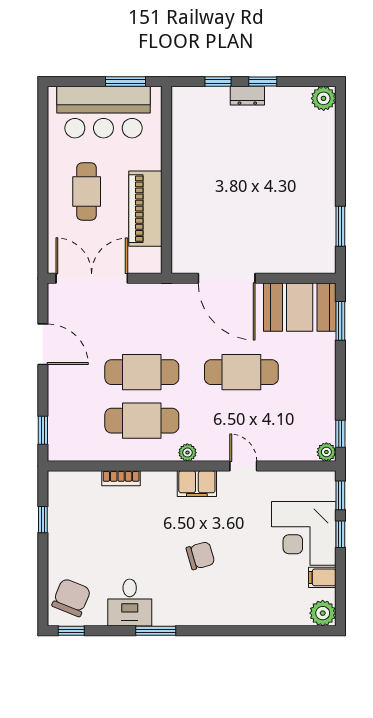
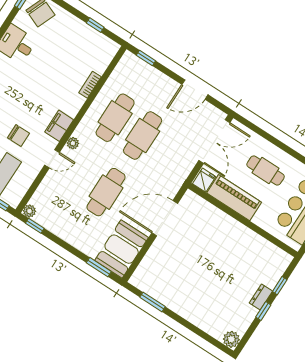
fridge: (148, 260) -> (204, 180), added
plant: (187, 453) -> (73, 143), moved
chair: (200, 556) -> (18, 136), moved, turned -74

